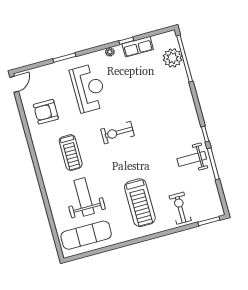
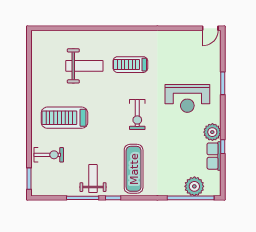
plant: (110, 52) -> (212, 132), width x1.88, depth x1.88
door: (14, 84) -> (210, 28), hinge flipped
armchair: (46, 112) -> (176, 51), removed
exercise bike: (118, 133) -> (137, 114), turned 180
exercise mat: (86, 235) -> (134, 169), moved

